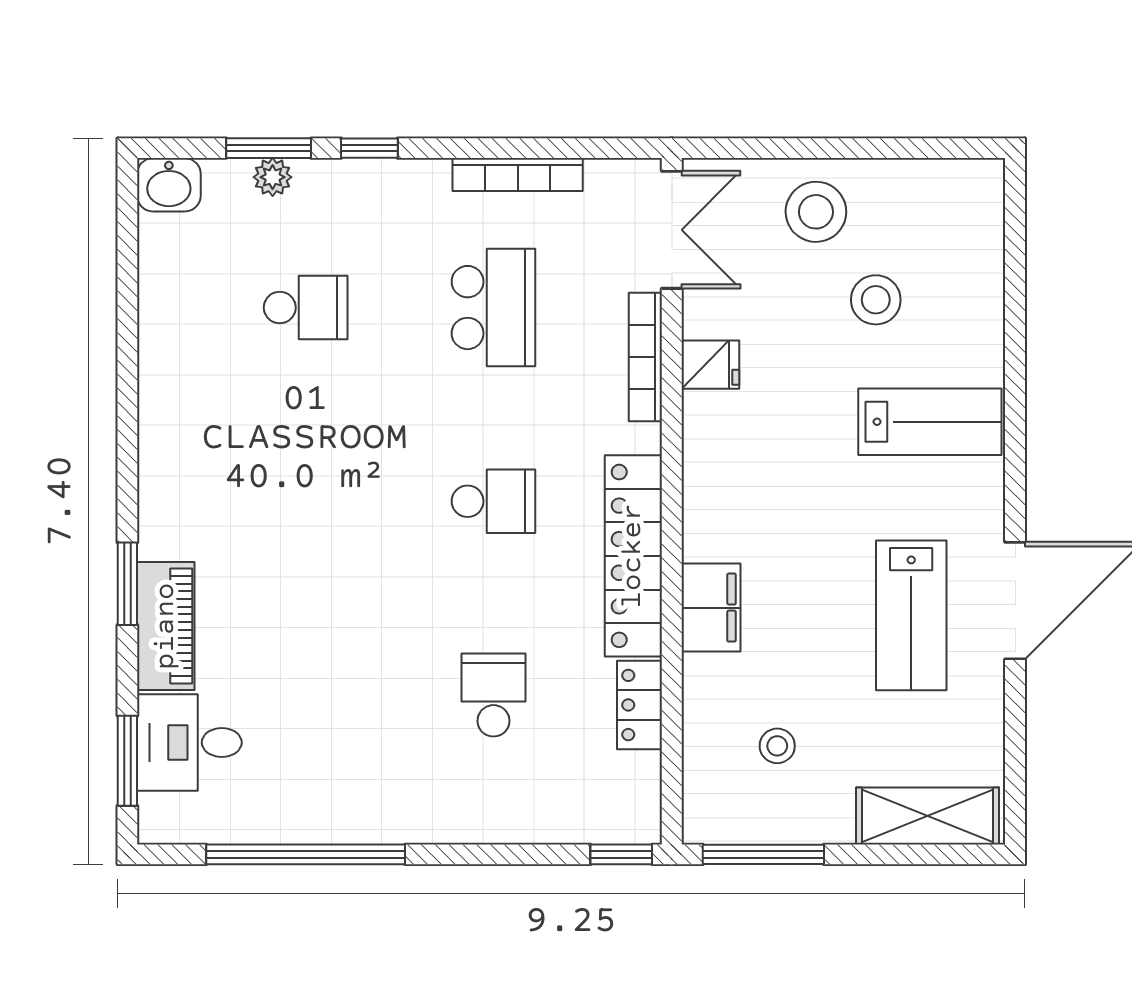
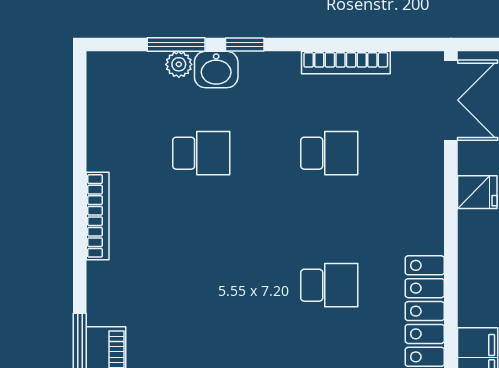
washbasin: (169, 185) -> (216, 70), moved
school desk: (493, 308) -> (329, 153), width x0.54
bookcase: (645, 357) -> (98, 216), moved, turned 180

